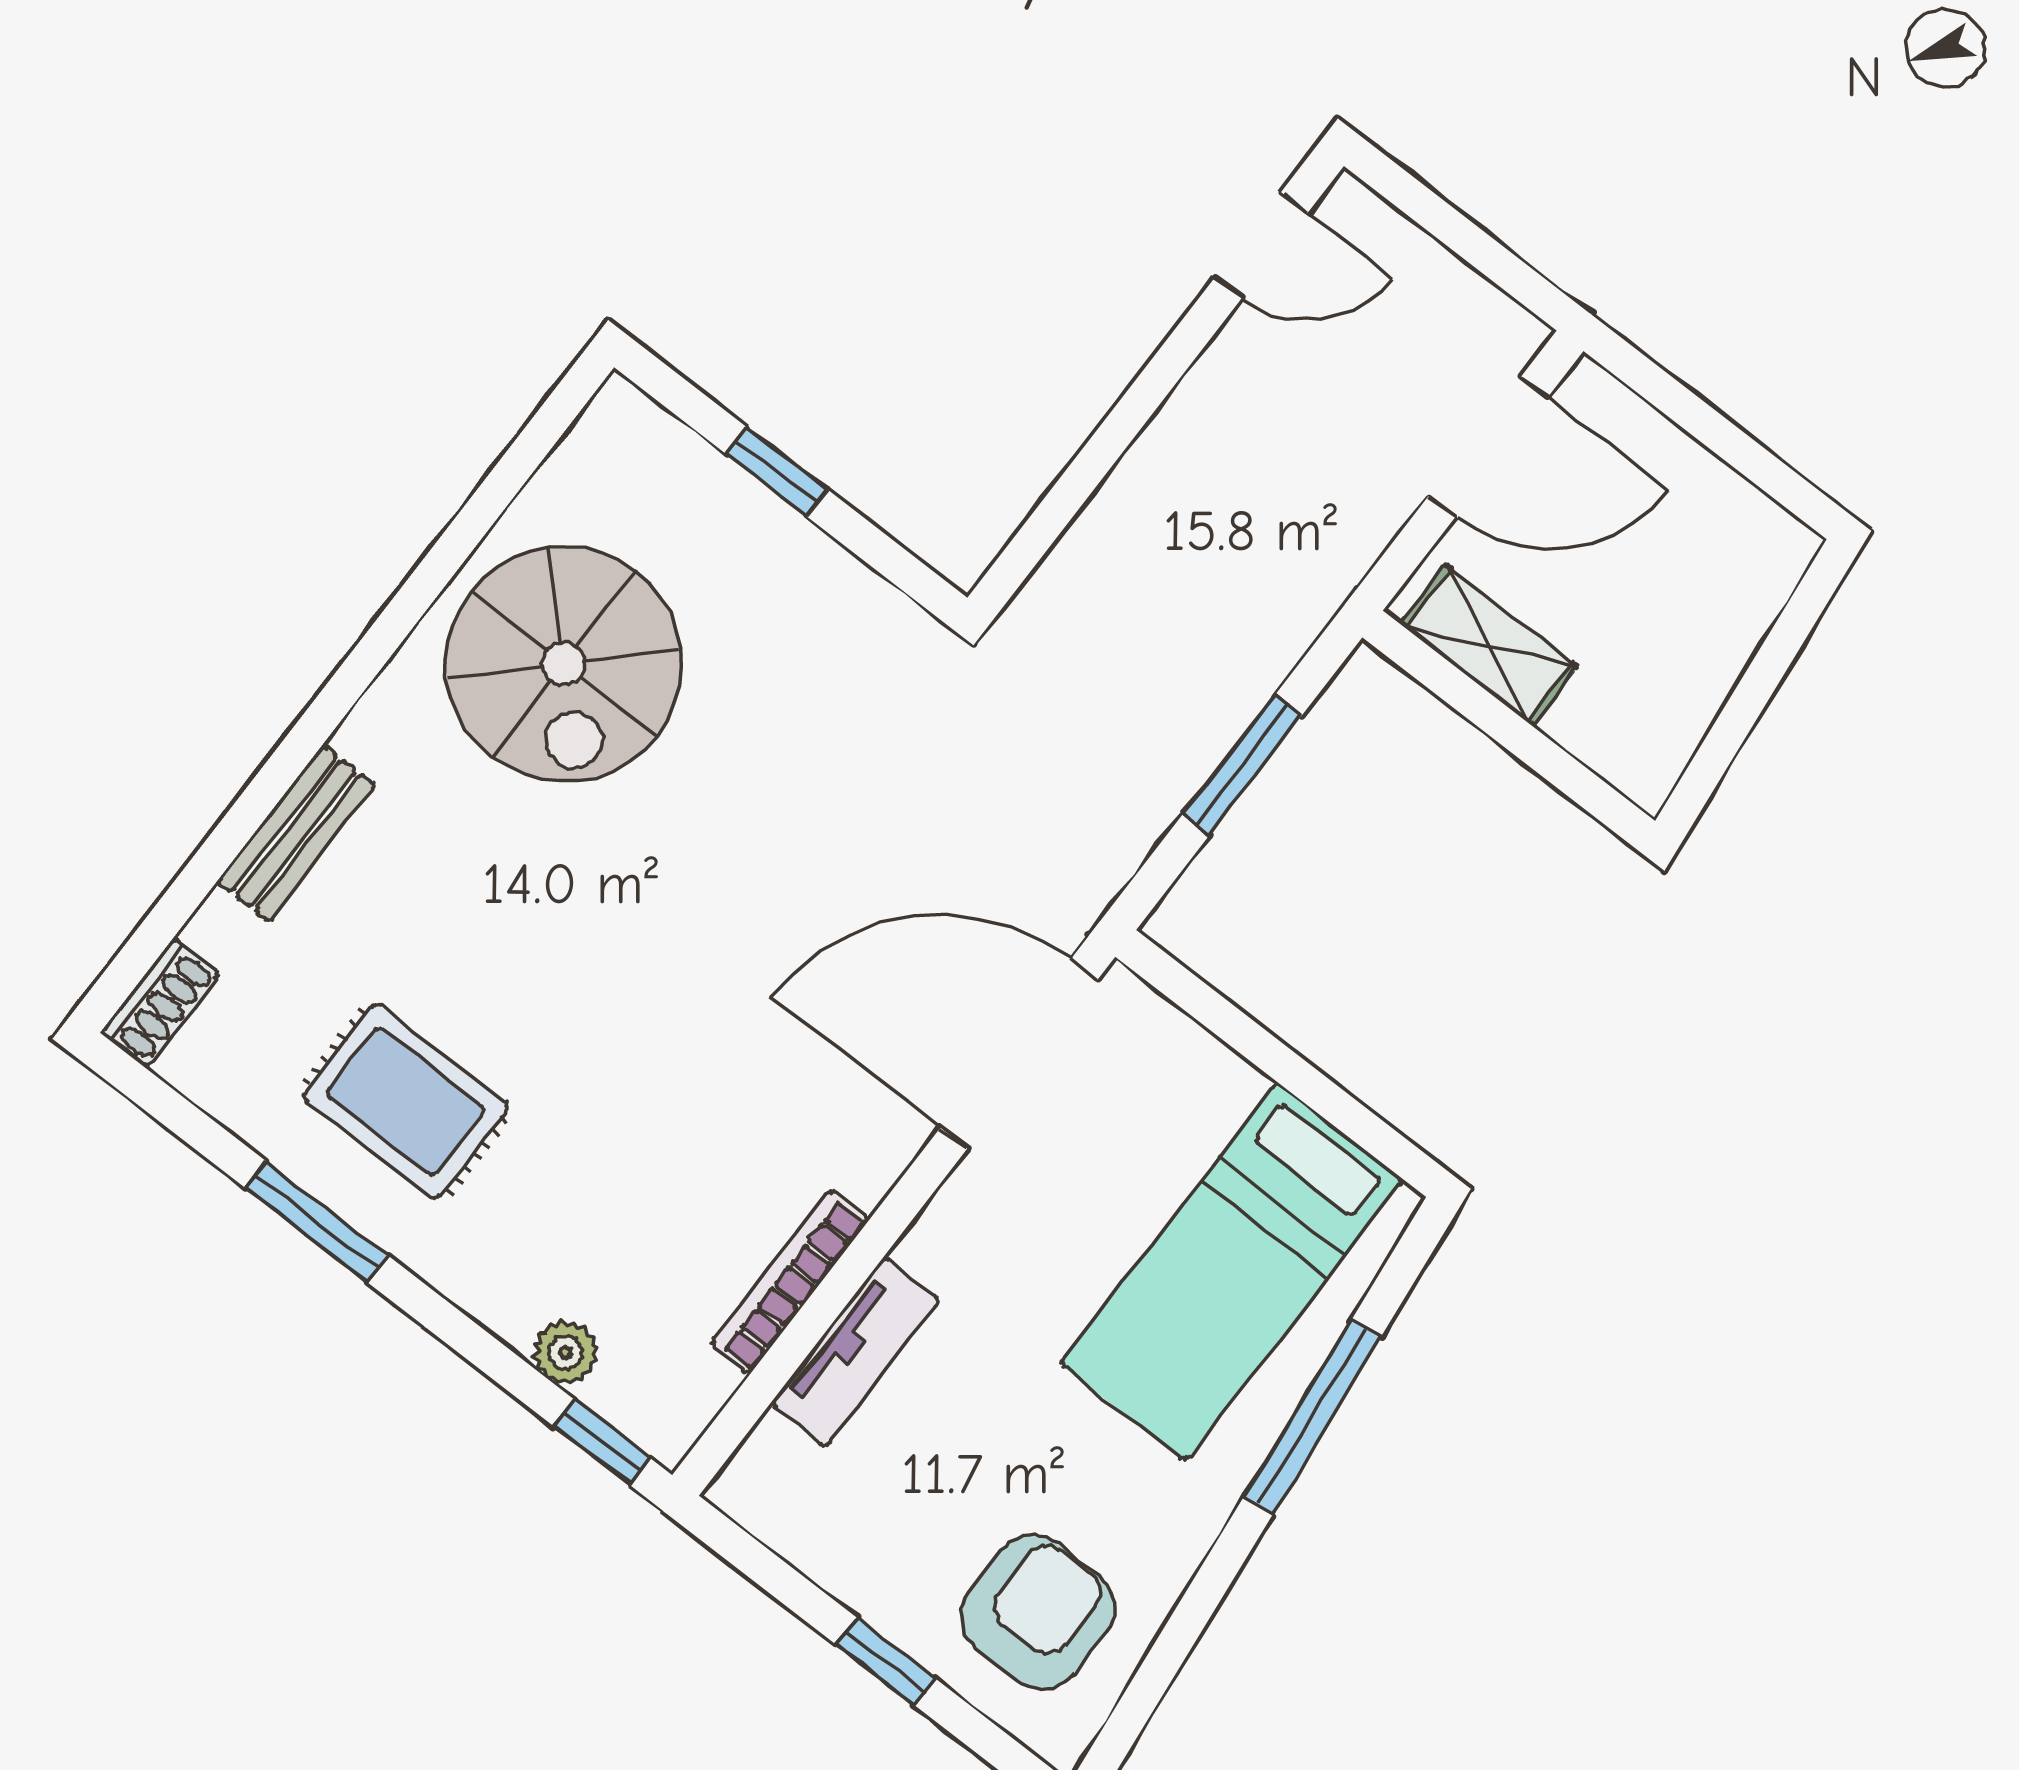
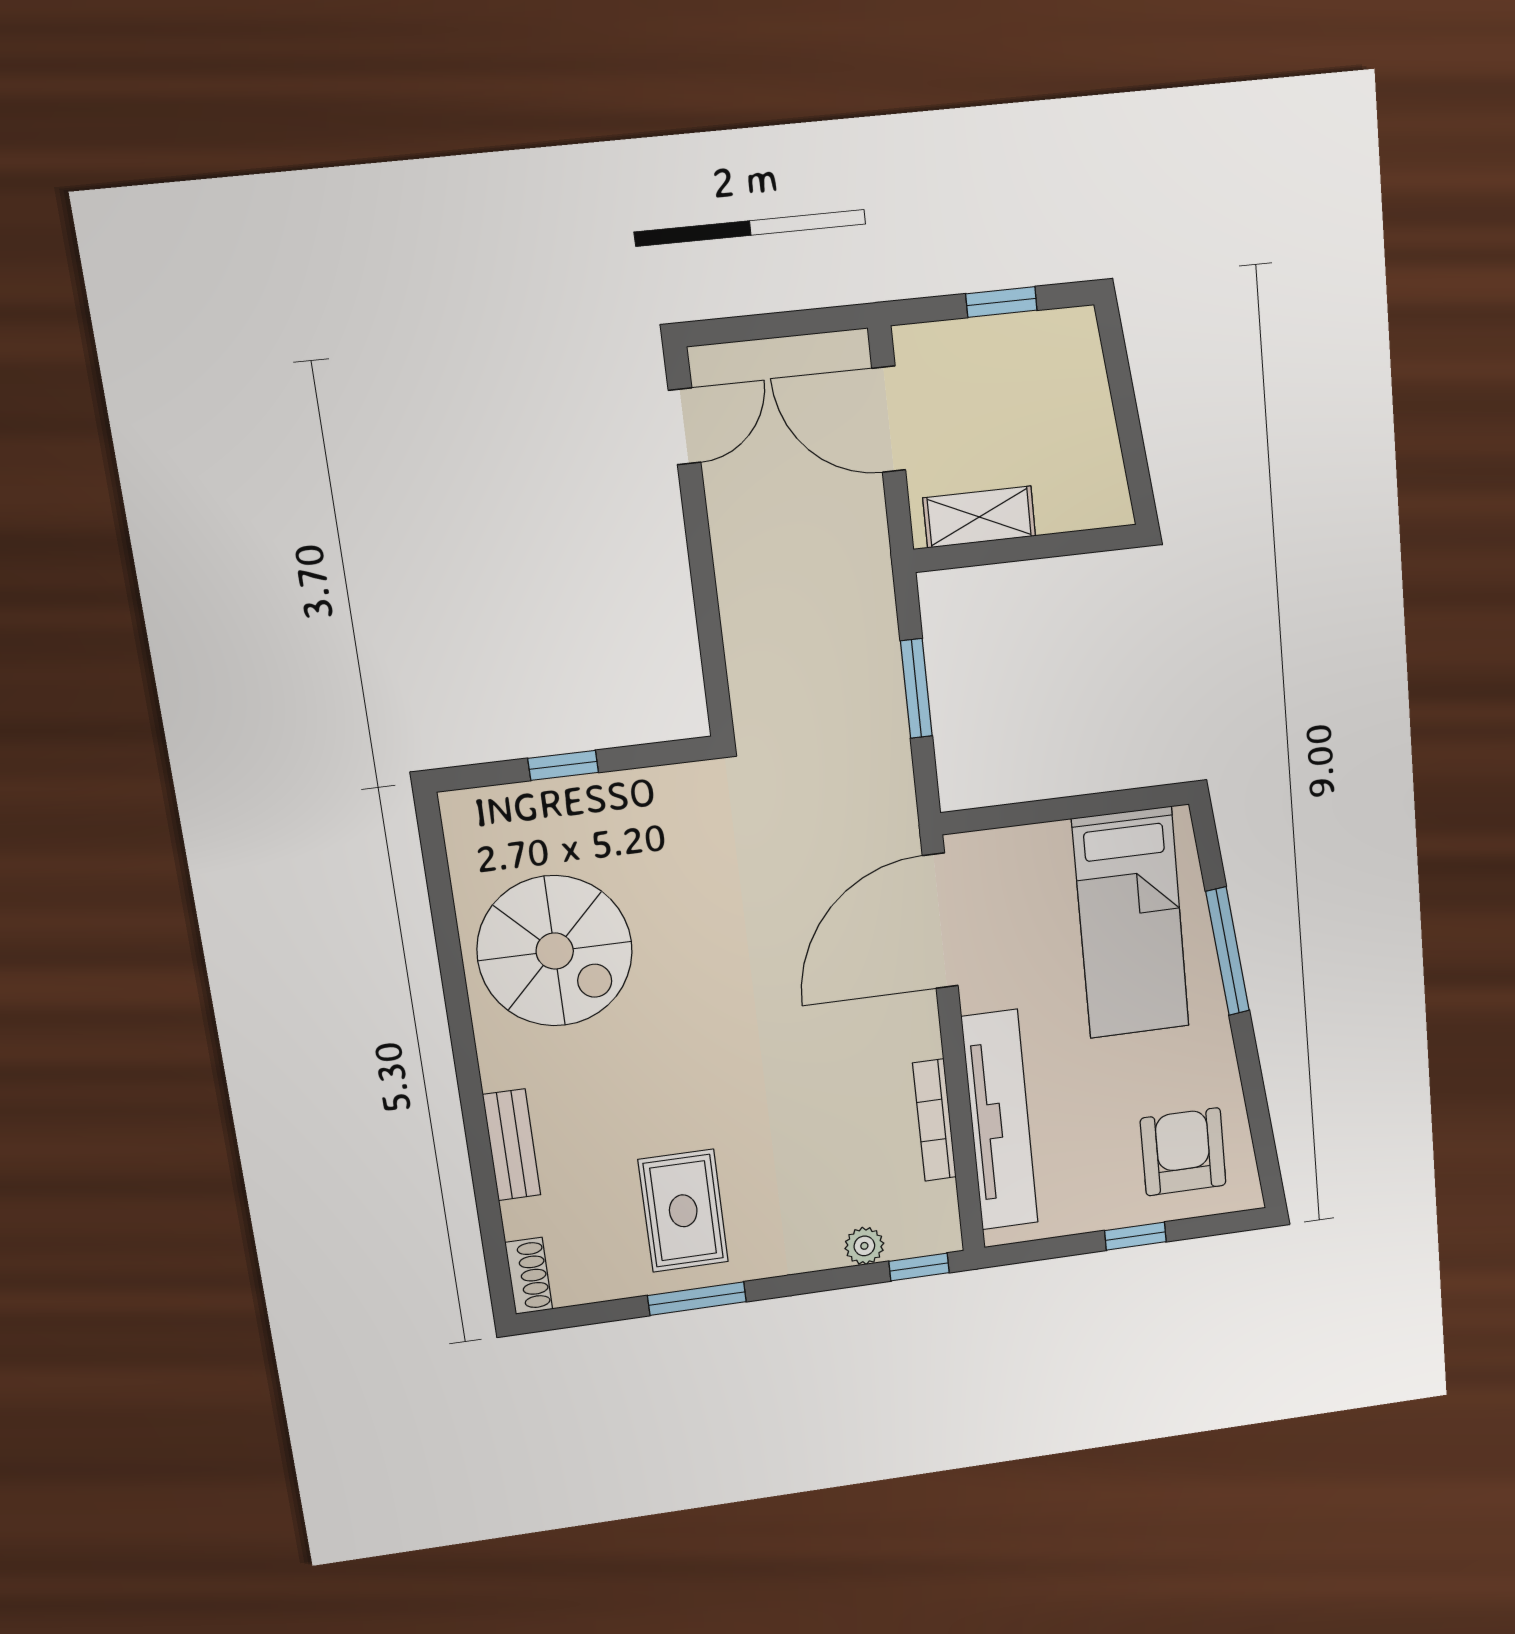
window: (1727, 441) -> (1001, 302), added
door: (1488, 447) -> (889, 419), swing flipped
rug: (406, 1102) -> (683, 1211), turned 90
tv unit: (855, 1351) -> (1000, 1120), width x1.92, depth x1.29

